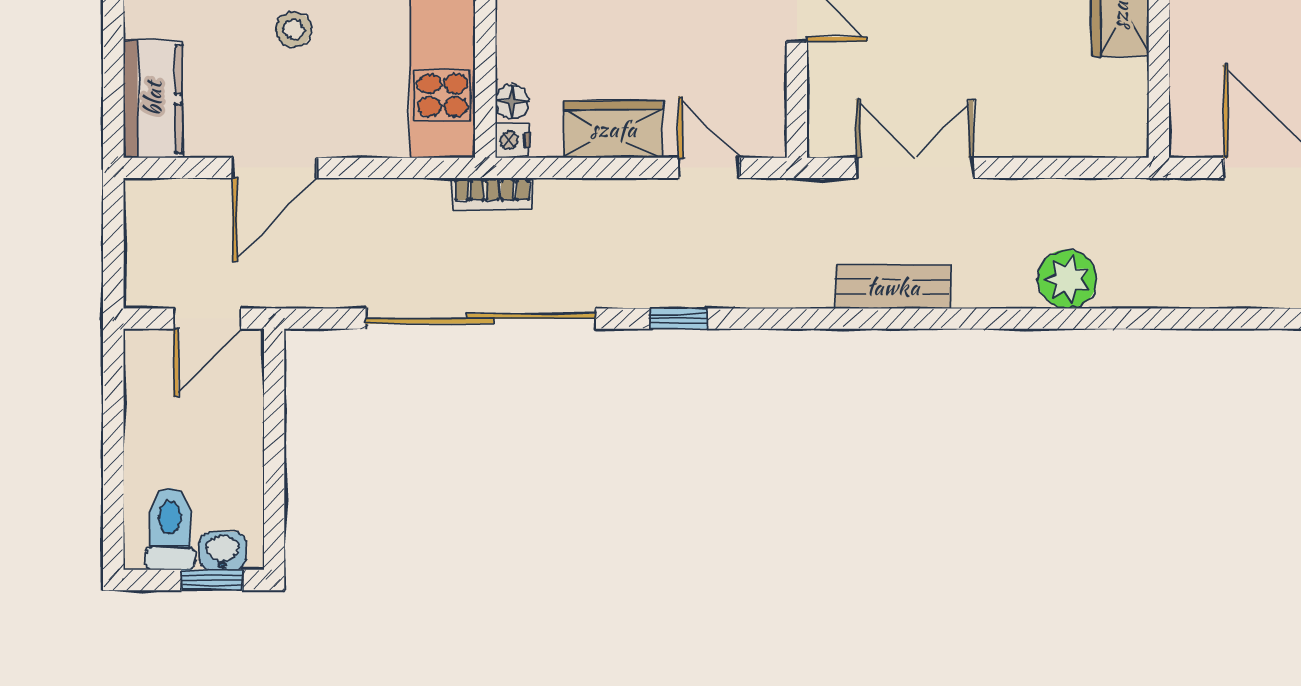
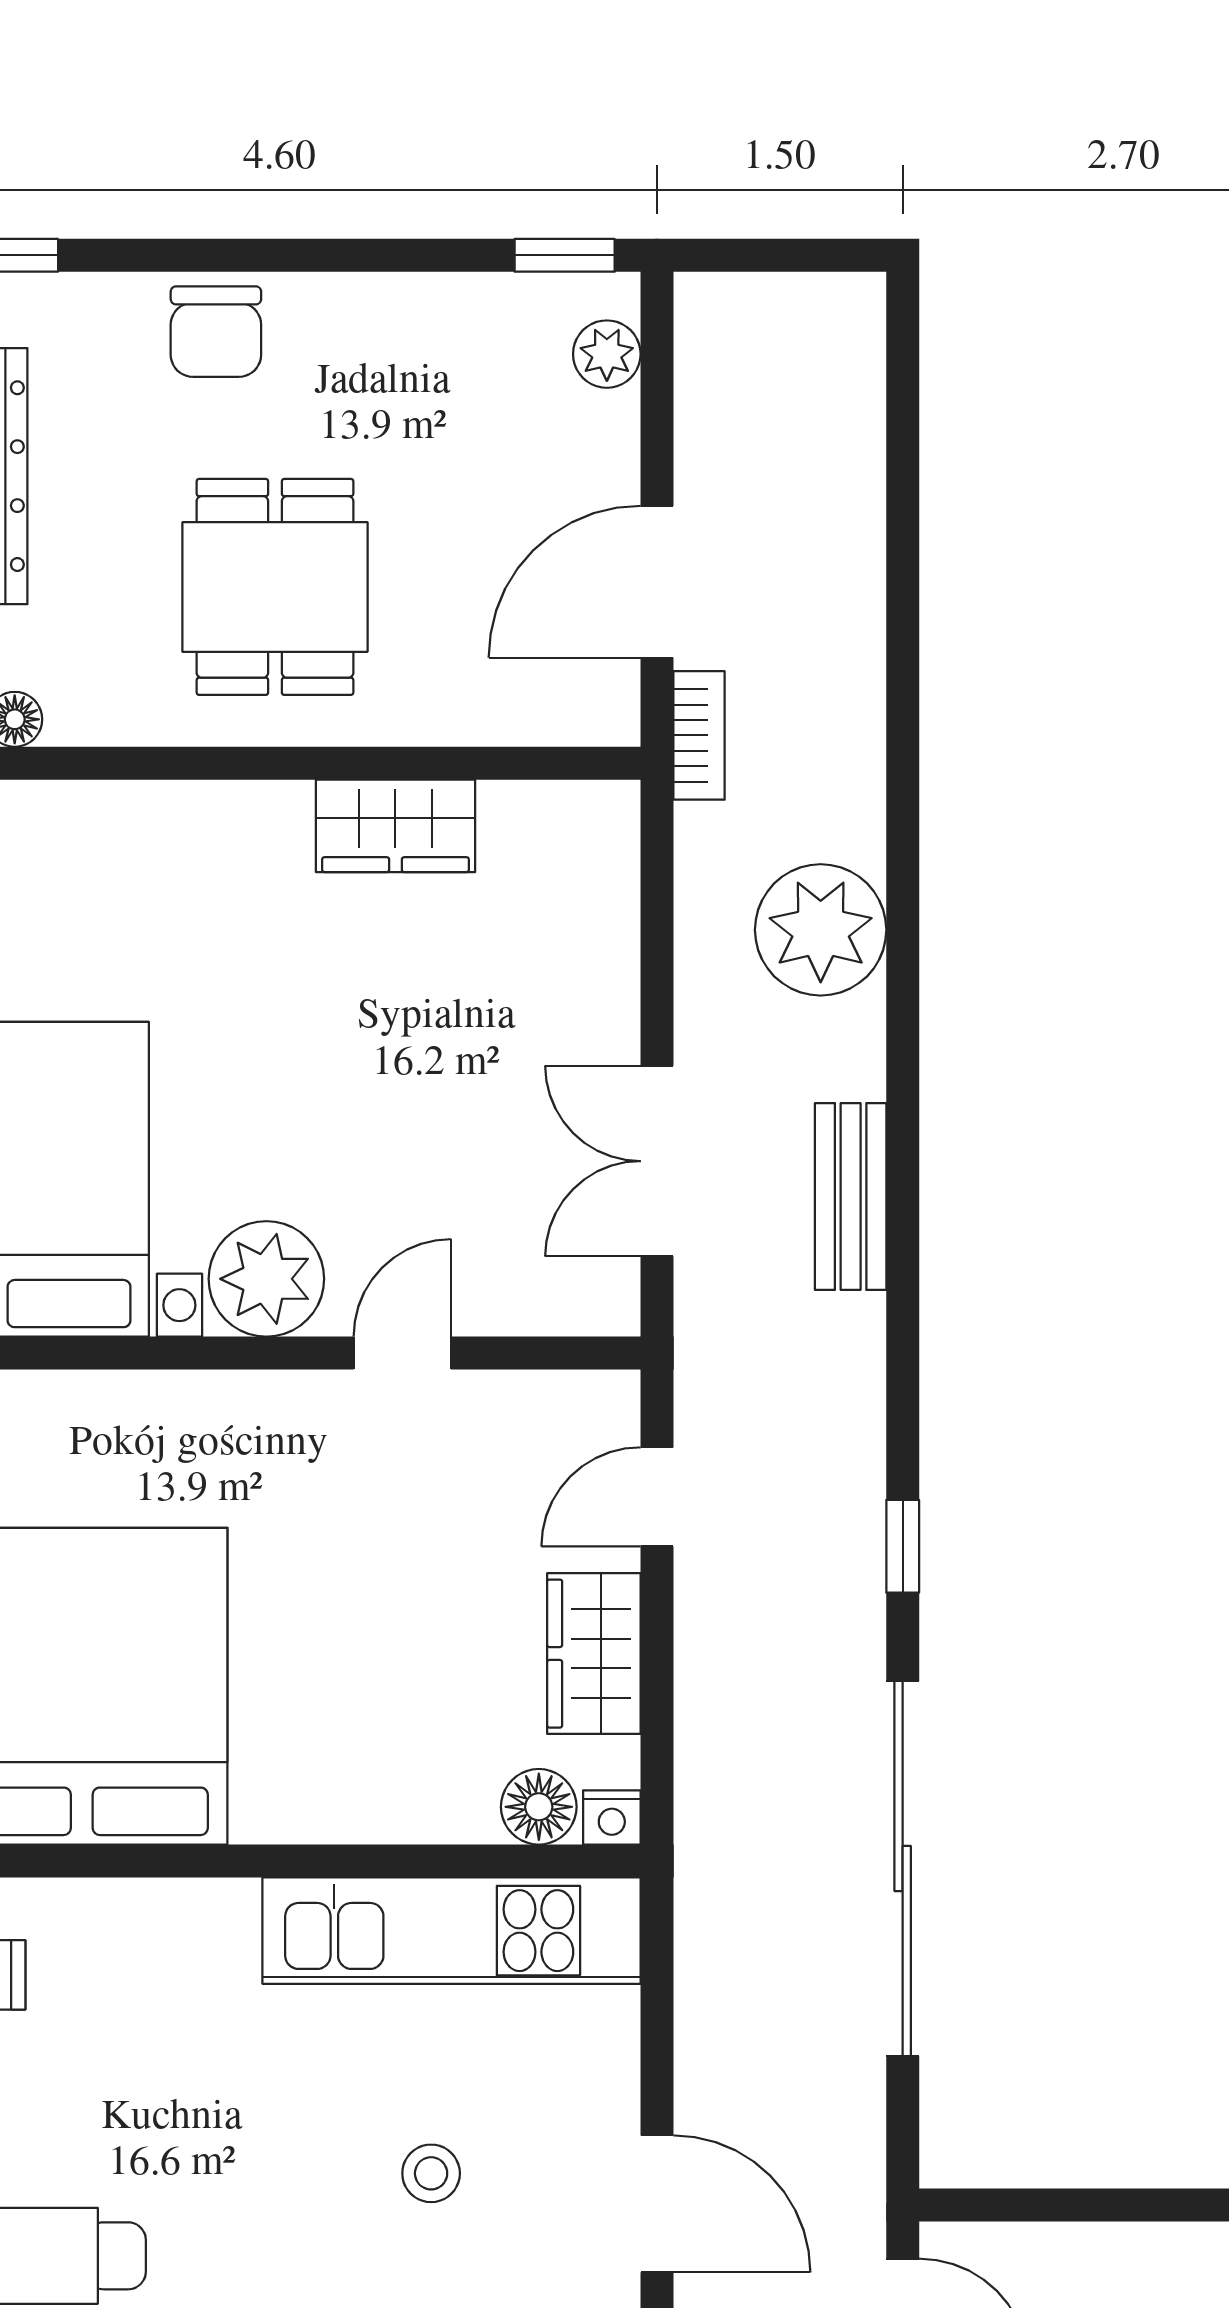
floor lamp: (512, 102) -> (539, 1807), width x1.37, depth x1.37
bookcase: (492, 194) -> (699, 735), moved
plant: (1067, 279) -> (821, 930), width x1.36, depth x1.36

